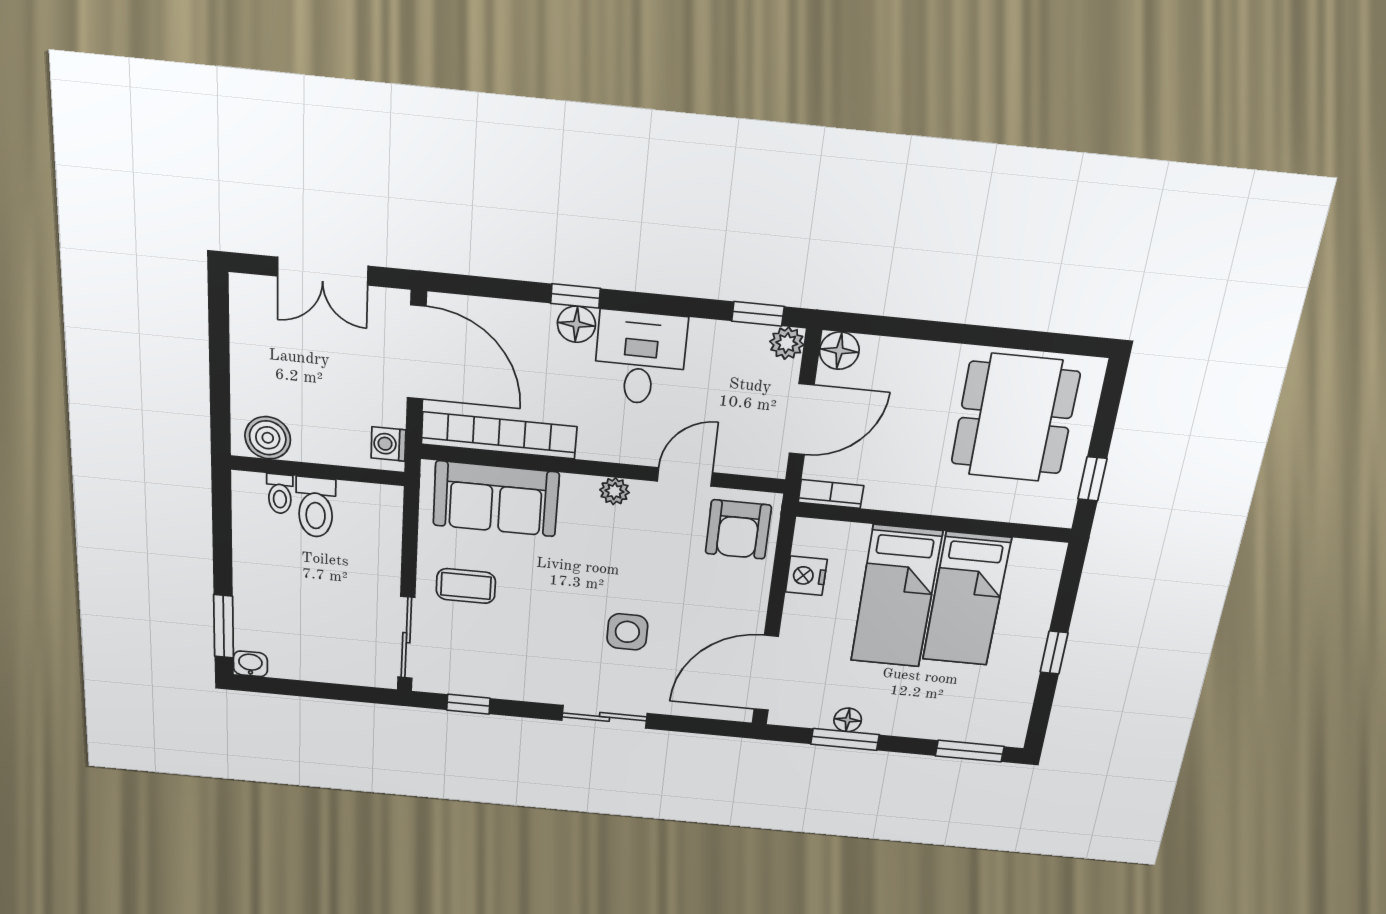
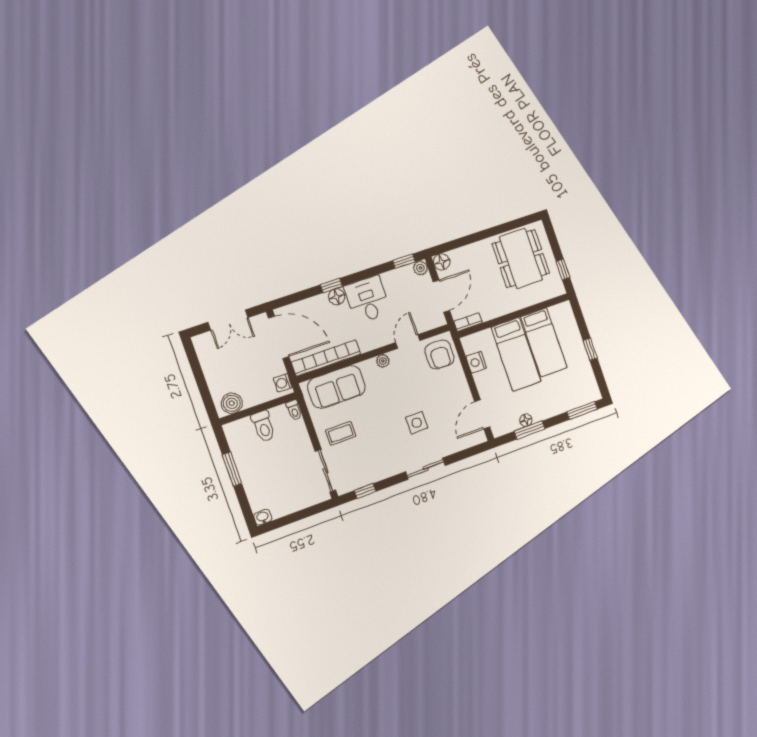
toilet: (280, 494) -> (294, 410), moved
window: (224, 626) -> (232, 469), moved
door: (766, 673) -> (482, 414), width x0.73

